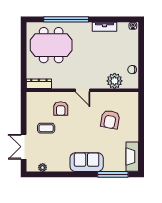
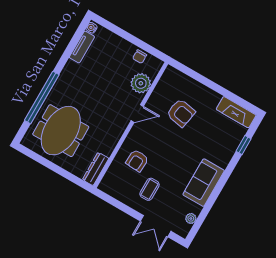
tv unit: (105, 27) -> (82, 47), moved
door: (83, 90) -> (137, 113), moved
armchair: (61, 109) -> (137, 161), turned 93
sofa: (87, 162) -> (204, 183), moved
window: (113, 174) -> (243, 145), width x0.46

